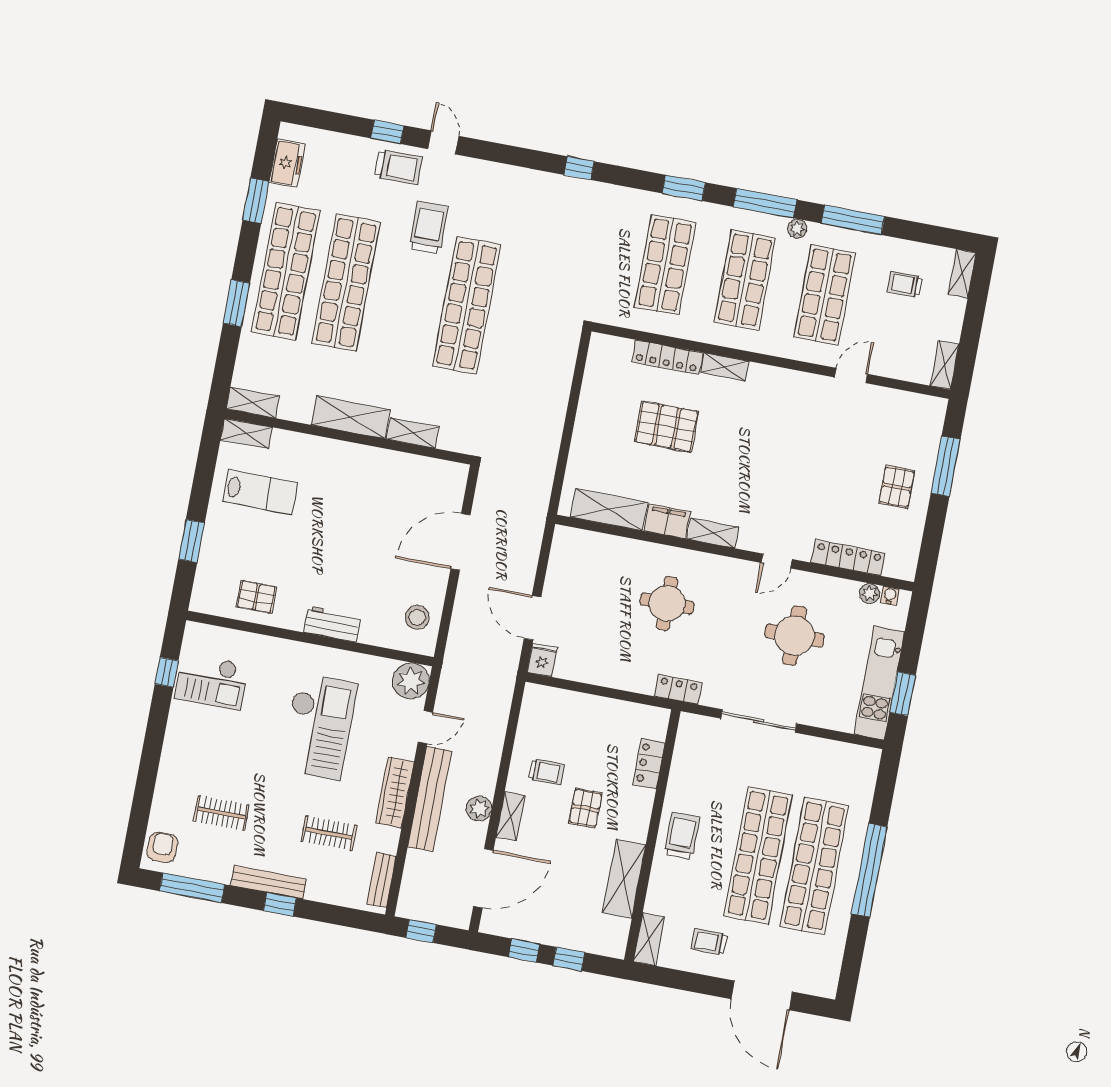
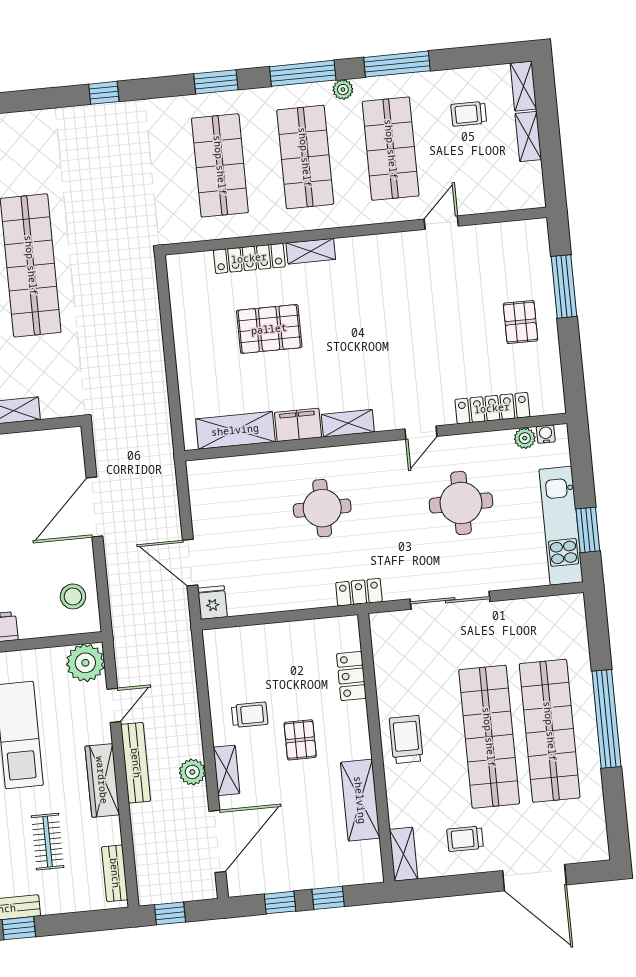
shelving: (945, 365) -> (528, 137), moved
bench: (430, 799) -> (136, 763), width x0.73, depth x0.82
clothes rail: (329, 833) -> (48, 842), turned 90

